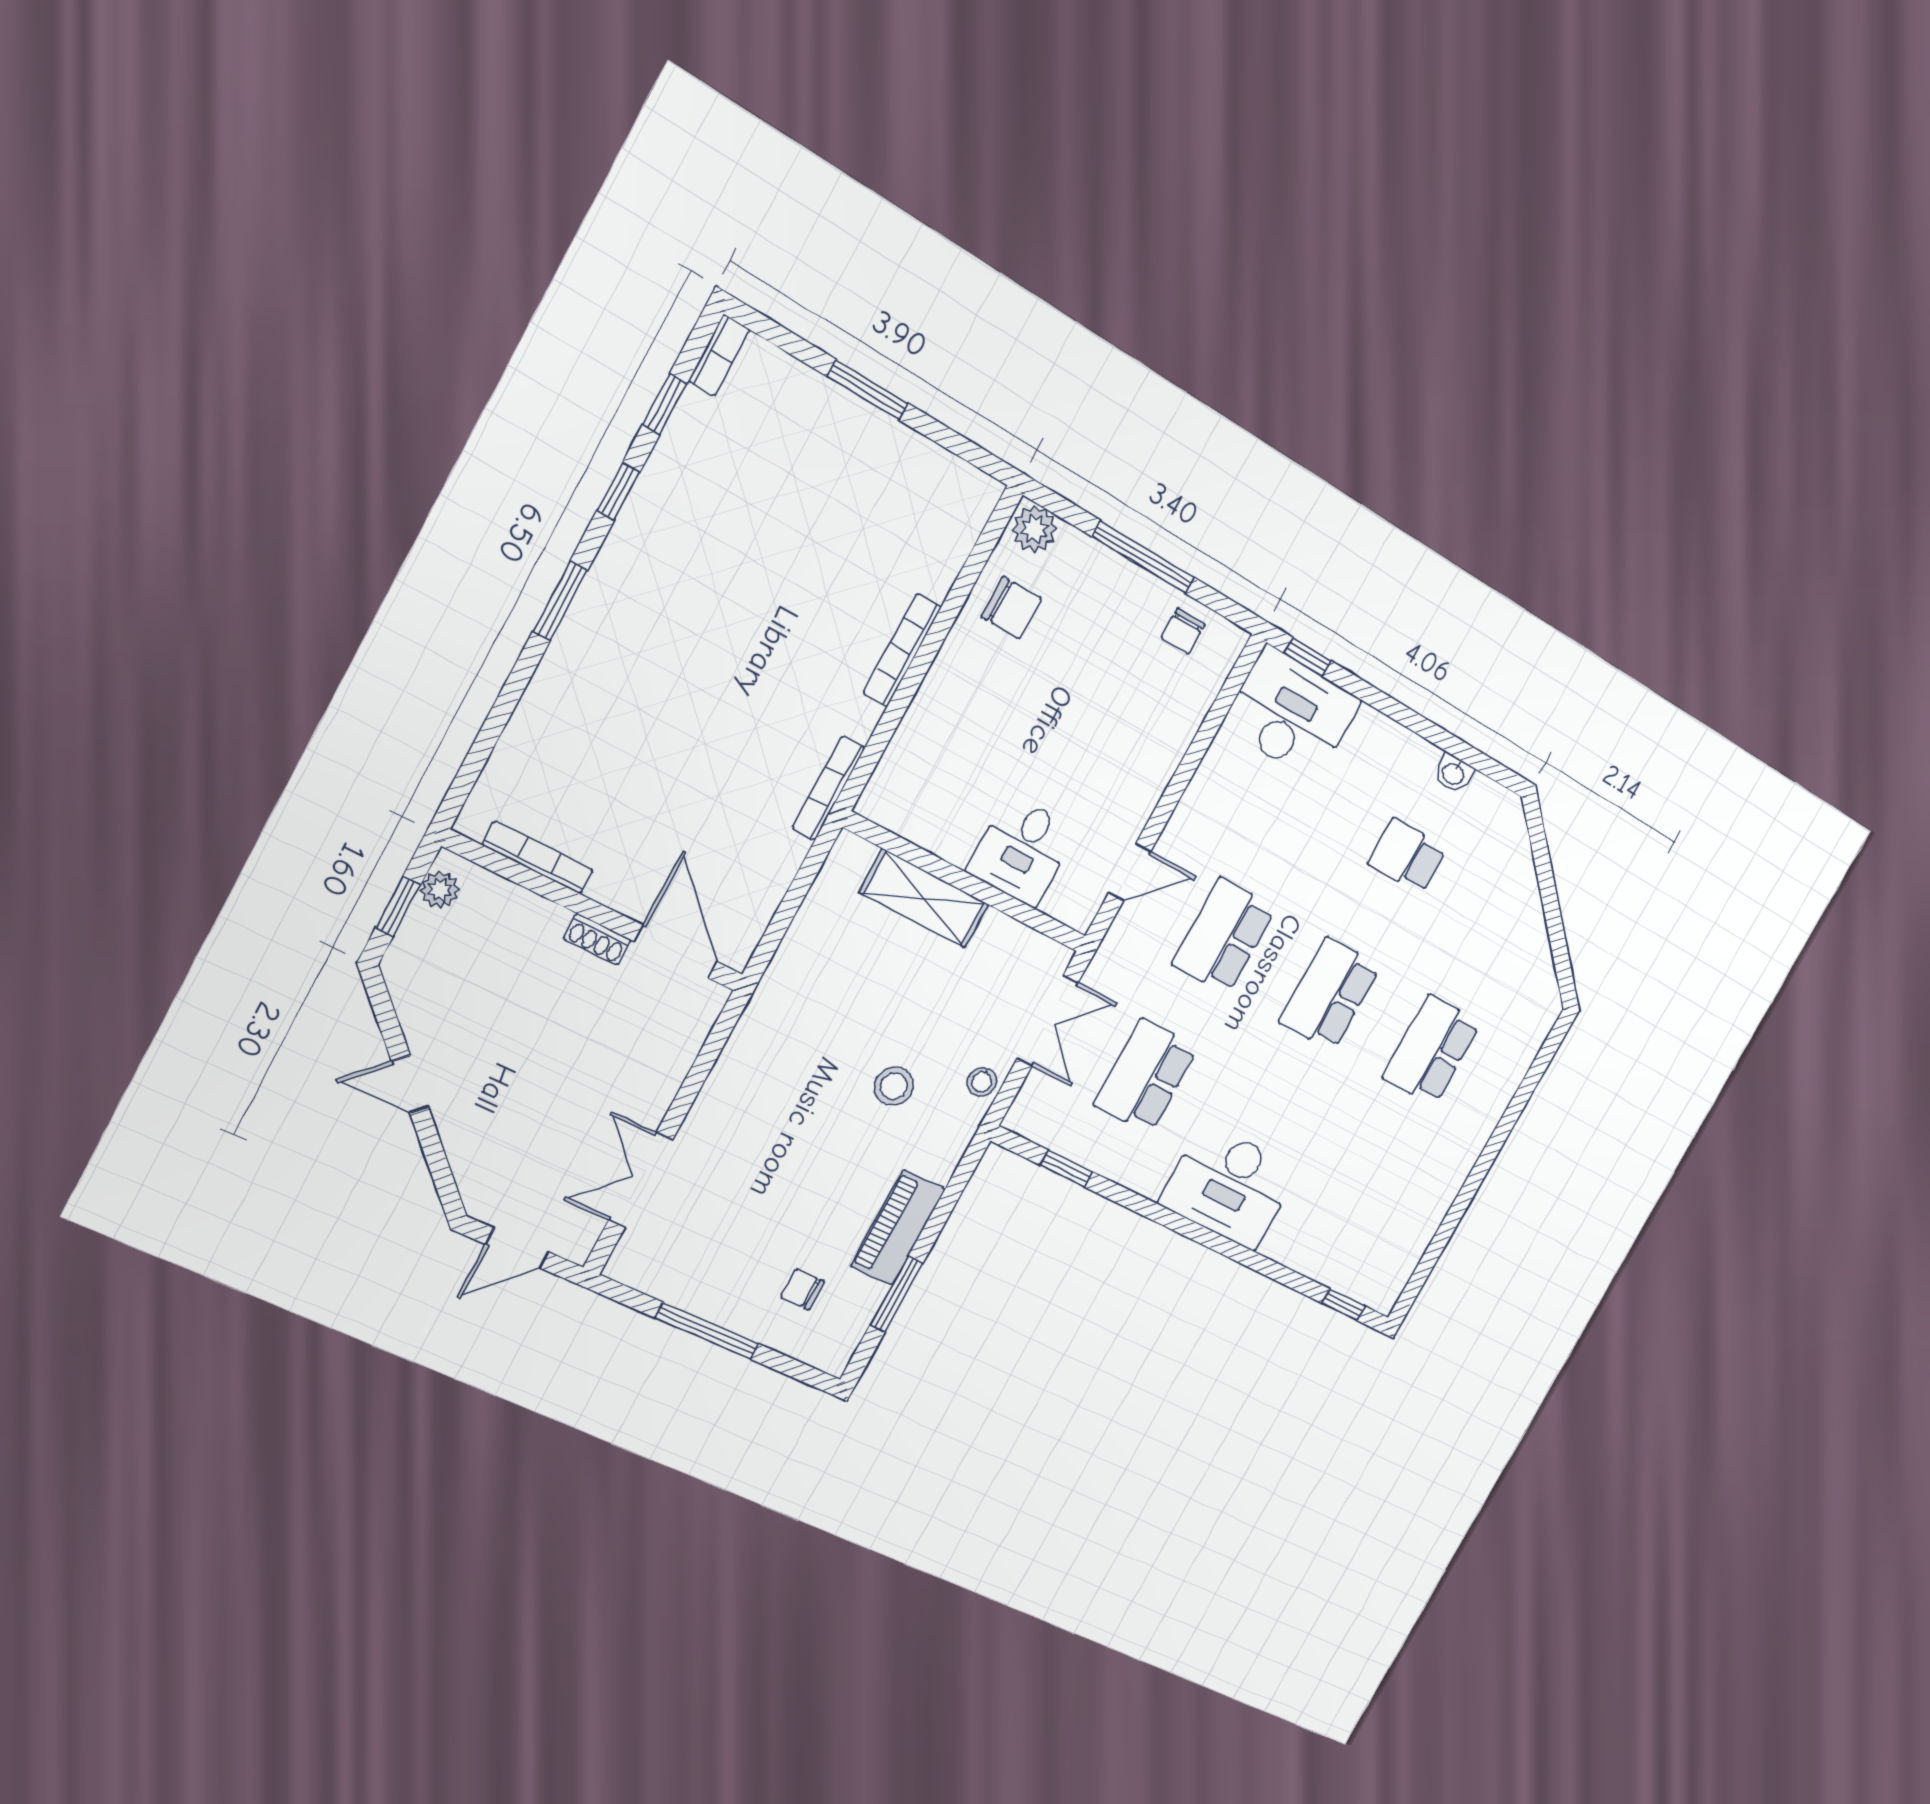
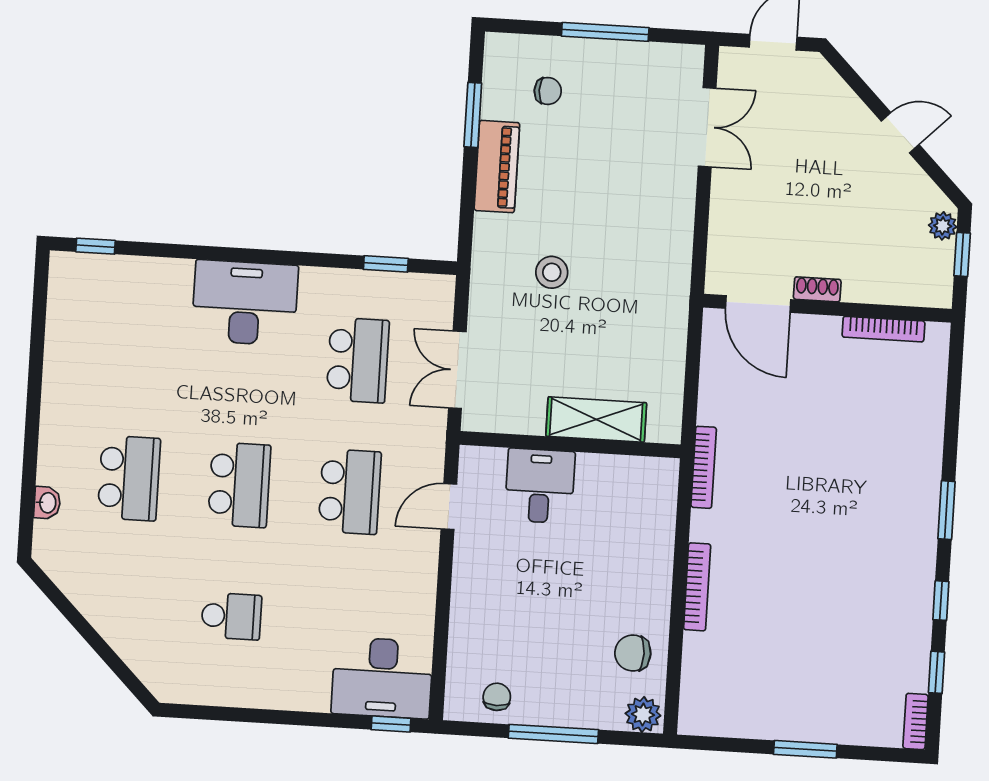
washbasin: (1453, 773) -> (47, 503), moved, turned 90
plant: (440, 890) -> (943, 226), moved
stool: (982, 1082) -> (486, 303), removed

